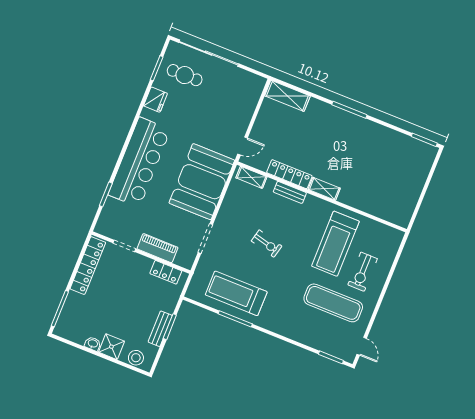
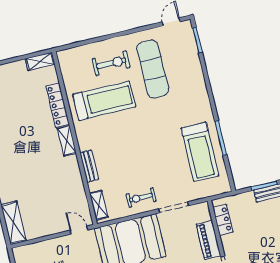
locker: (289, 174) -> (58, 105), moved
shelving: (406, 214) -> (40, 61), added
exercise bike: (267, 244) -> (141, 198), moved, turned -104

